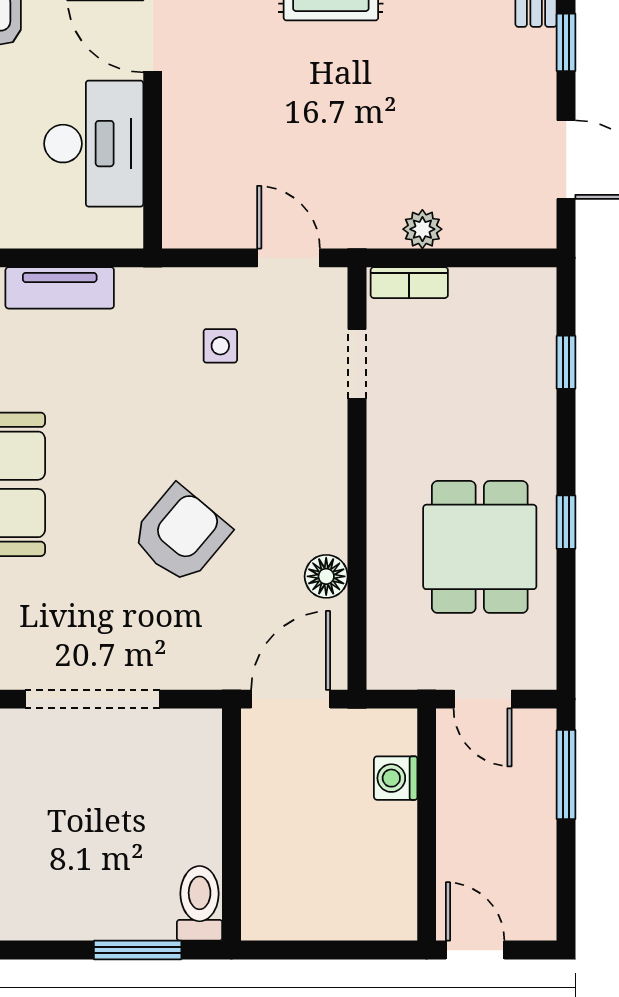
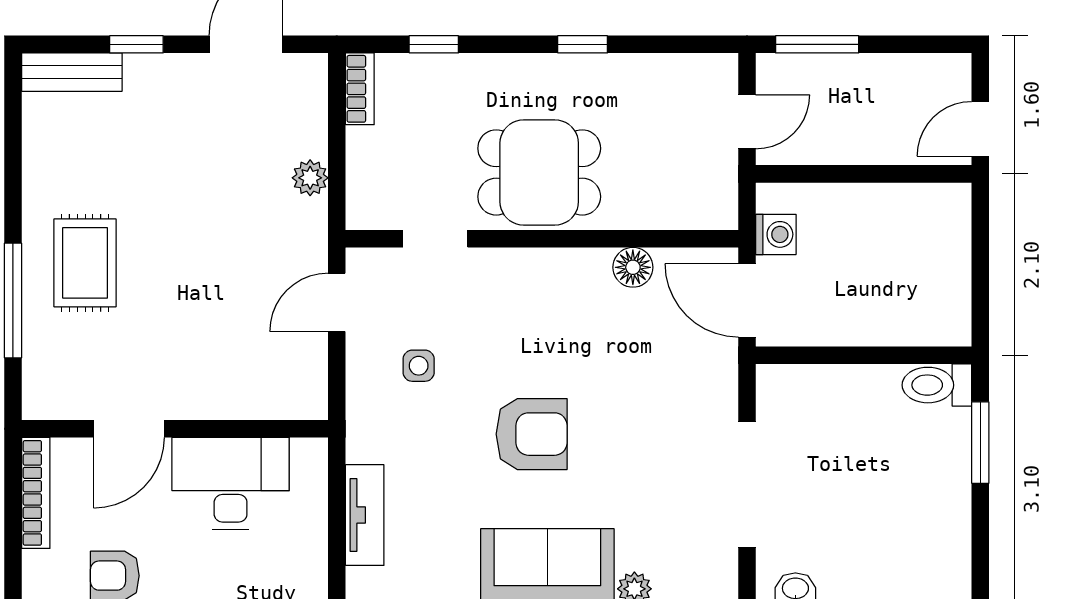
bookcase: (409, 283) -> (360, 89), moved
armchair: (181, 534) -> (532, 434), moved, turned 140
dining table: (480, 547) -> (539, 172), moved
washing machine: (396, 778) -> (776, 234), moved, turned -90

